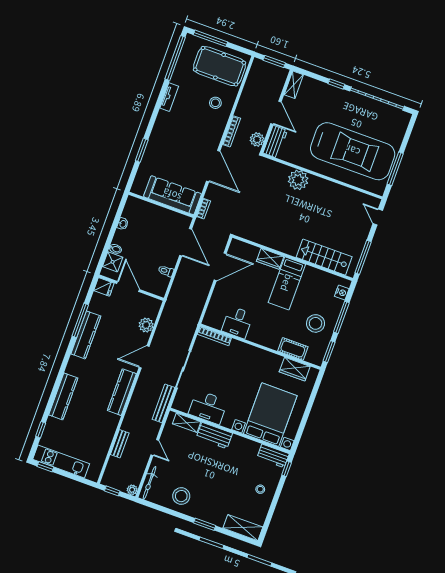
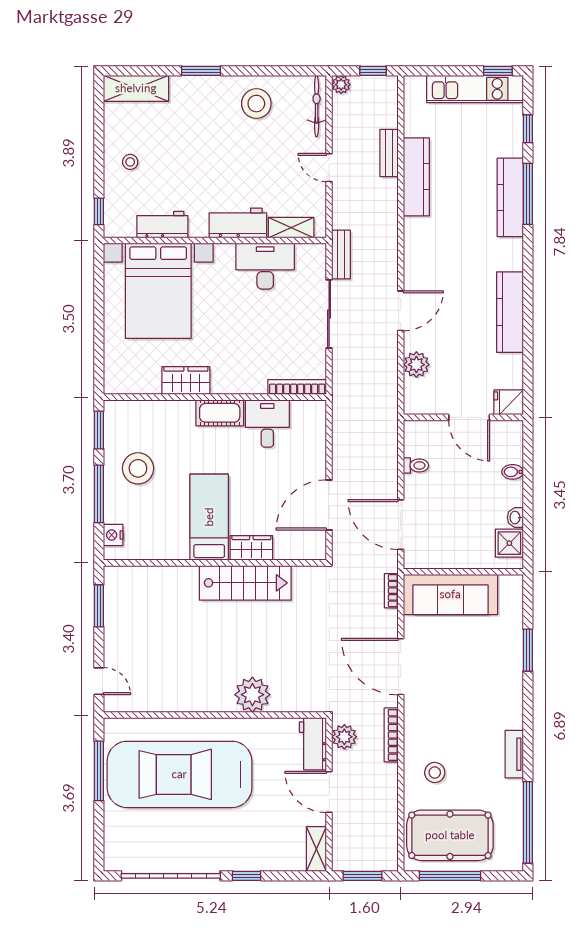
window: (210, 38) -> (450, 876), moved
stairs: (324, 257) -> (245, 583), moved
window: (363, 257) -> (99, 606), width x0.69
shower: (113, 262) -> (509, 543), moved
window: (80, 320) -> (528, 194), moved
cot: (293, 349) -> (220, 413), moved
wardrobe: (295, 369) -> (186, 381), moved
kitchen counter: (122, 392) -> (416, 177), moved
bench: (163, 403) -> (341, 255), width x0.73
workbench: (273, 456) -> (162, 225), moved

